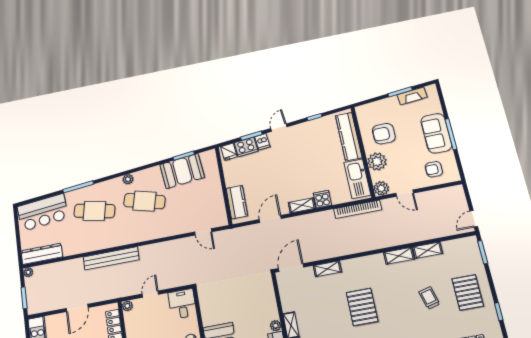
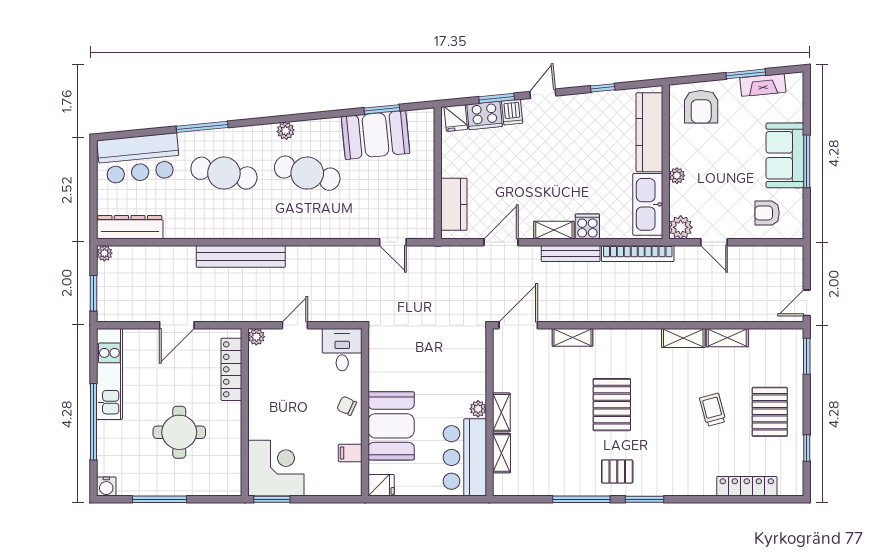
armchair: (384, 134) -> (701, 107), moved, turned -90
plant: (377, 162) -> (677, 176), width x0.53, depth x0.53
bench: (315, 217) -> (571, 254), added

